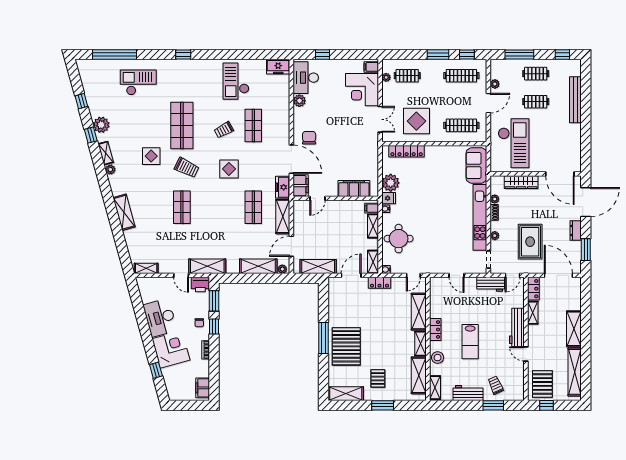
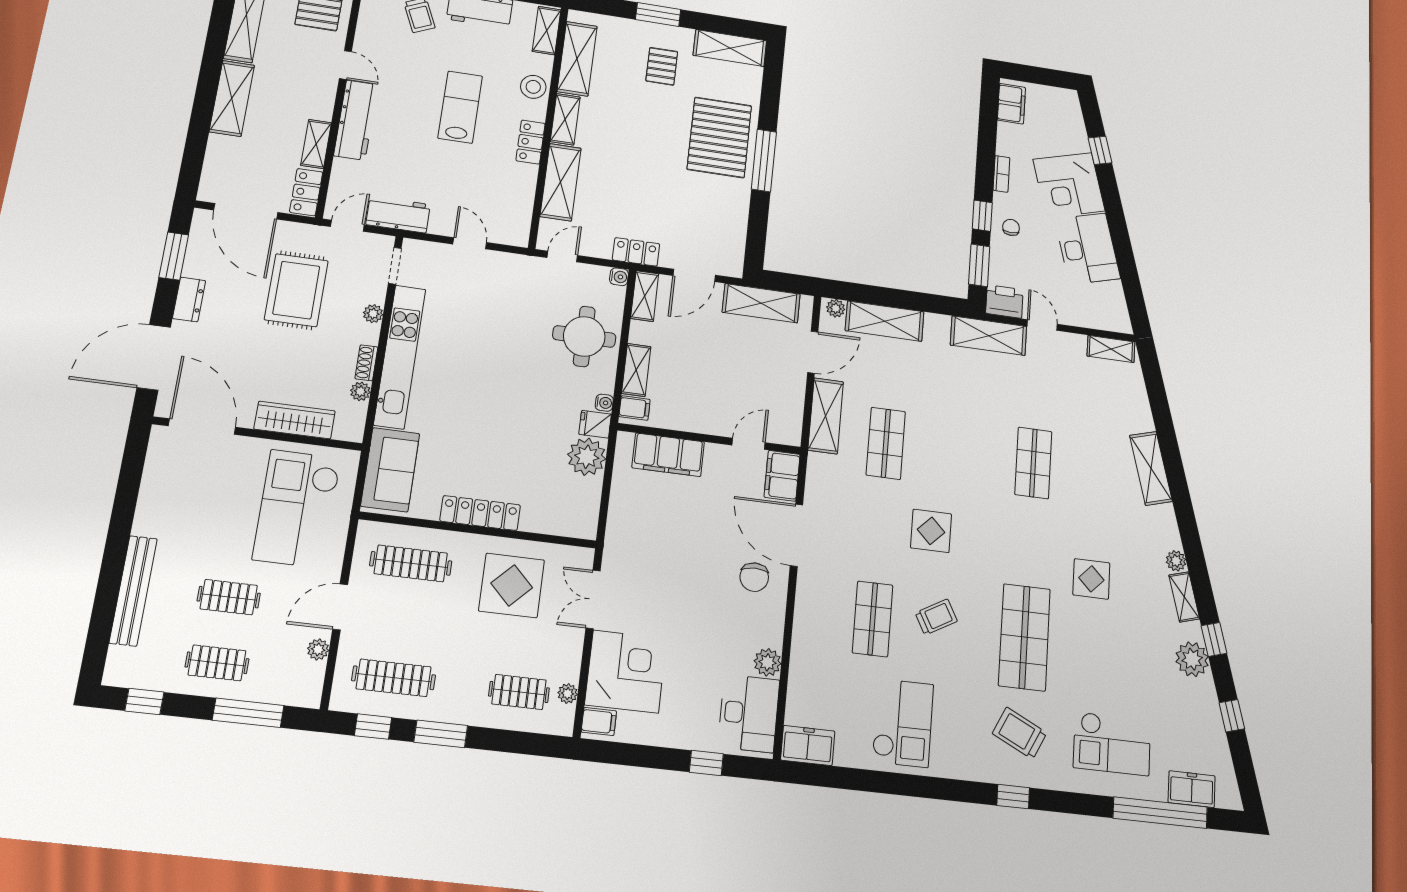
locker: (407, 151) -> (480, 513), moved
trolley: (187, 168) -> (1020, 733), moved
freezer: (283, 187) -> (1192, 789), moved, turned -90

